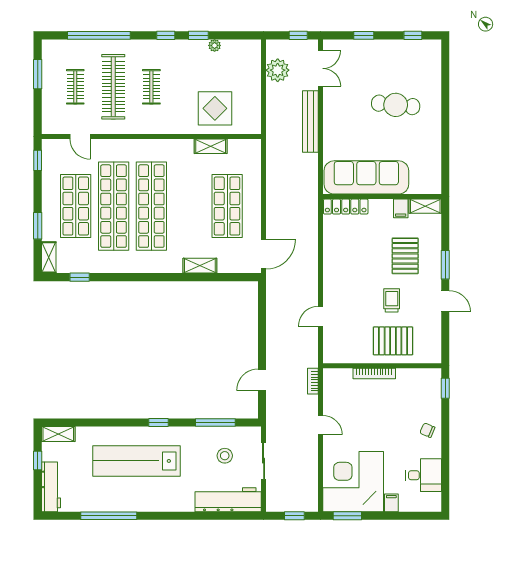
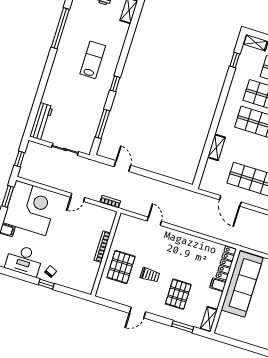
filing cabinet: (401, 208) -> (218, 285), moved
door: (264, 254) -> (230, 201), moved
pallet: (405, 256) -> (178, 294), turned 90
window: (445, 265) -> (183, 327), moved
window: (445, 388) -> (46, 284), moved
stool: (225, 456) -> (77, 123), removed
lab bench: (136, 461) -> (93, 60), width x0.54, depth x0.72
desk: (424, 475) -> (24, 260), width x1.37
workbench: (228, 500) -> (41, 121), width x0.73, depth x0.76

